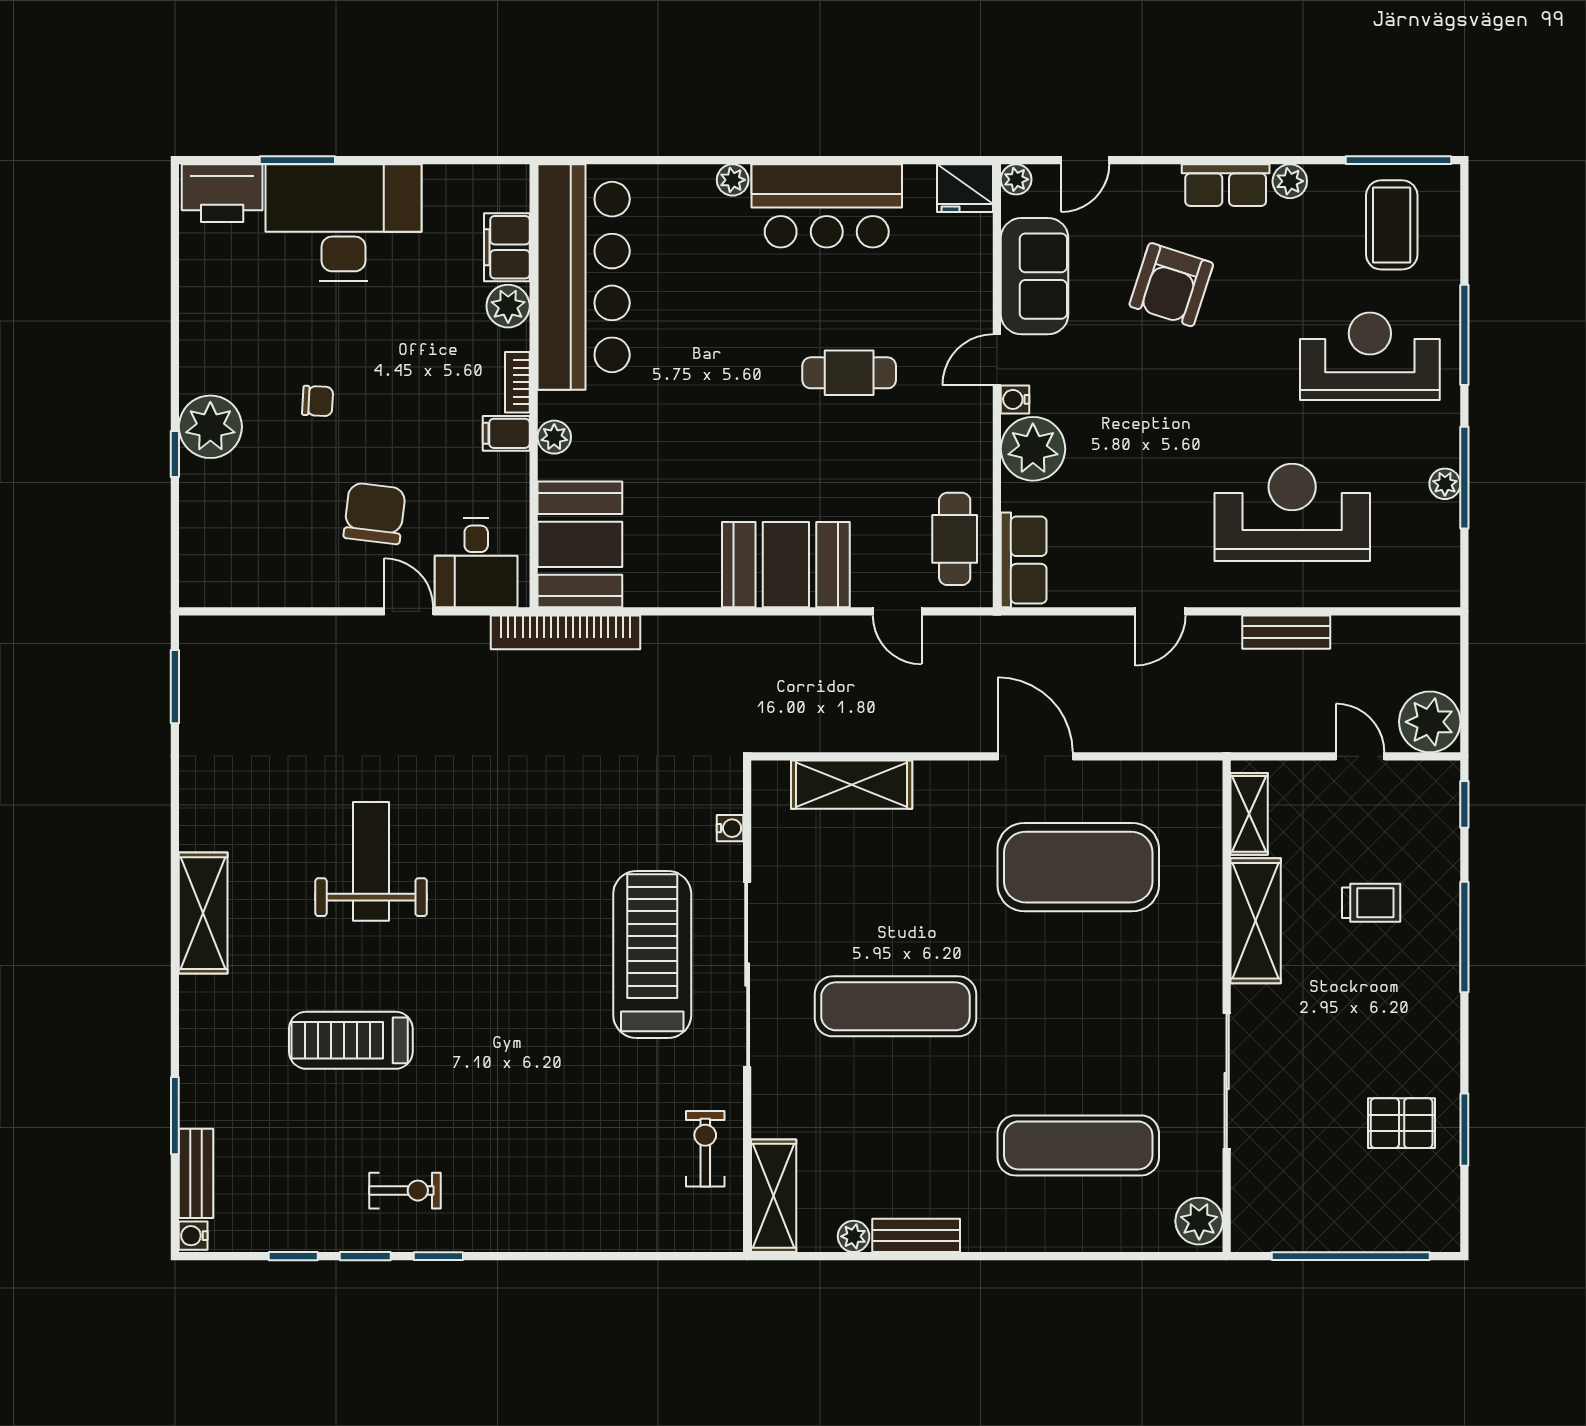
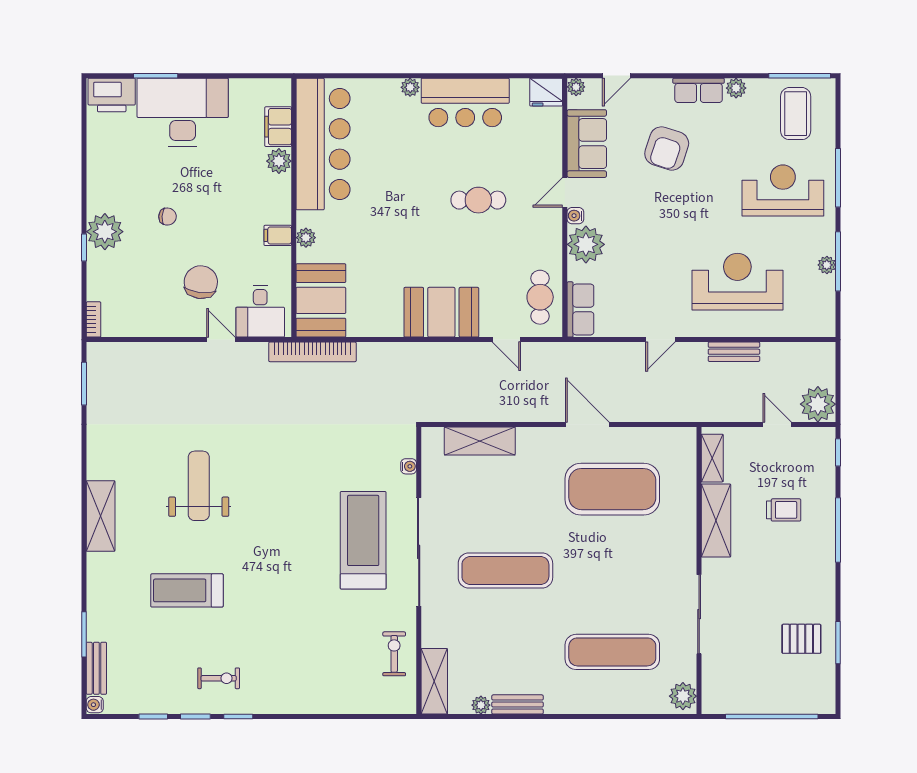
bookcase: (517, 382) -> (94, 319), moved, turned 180

